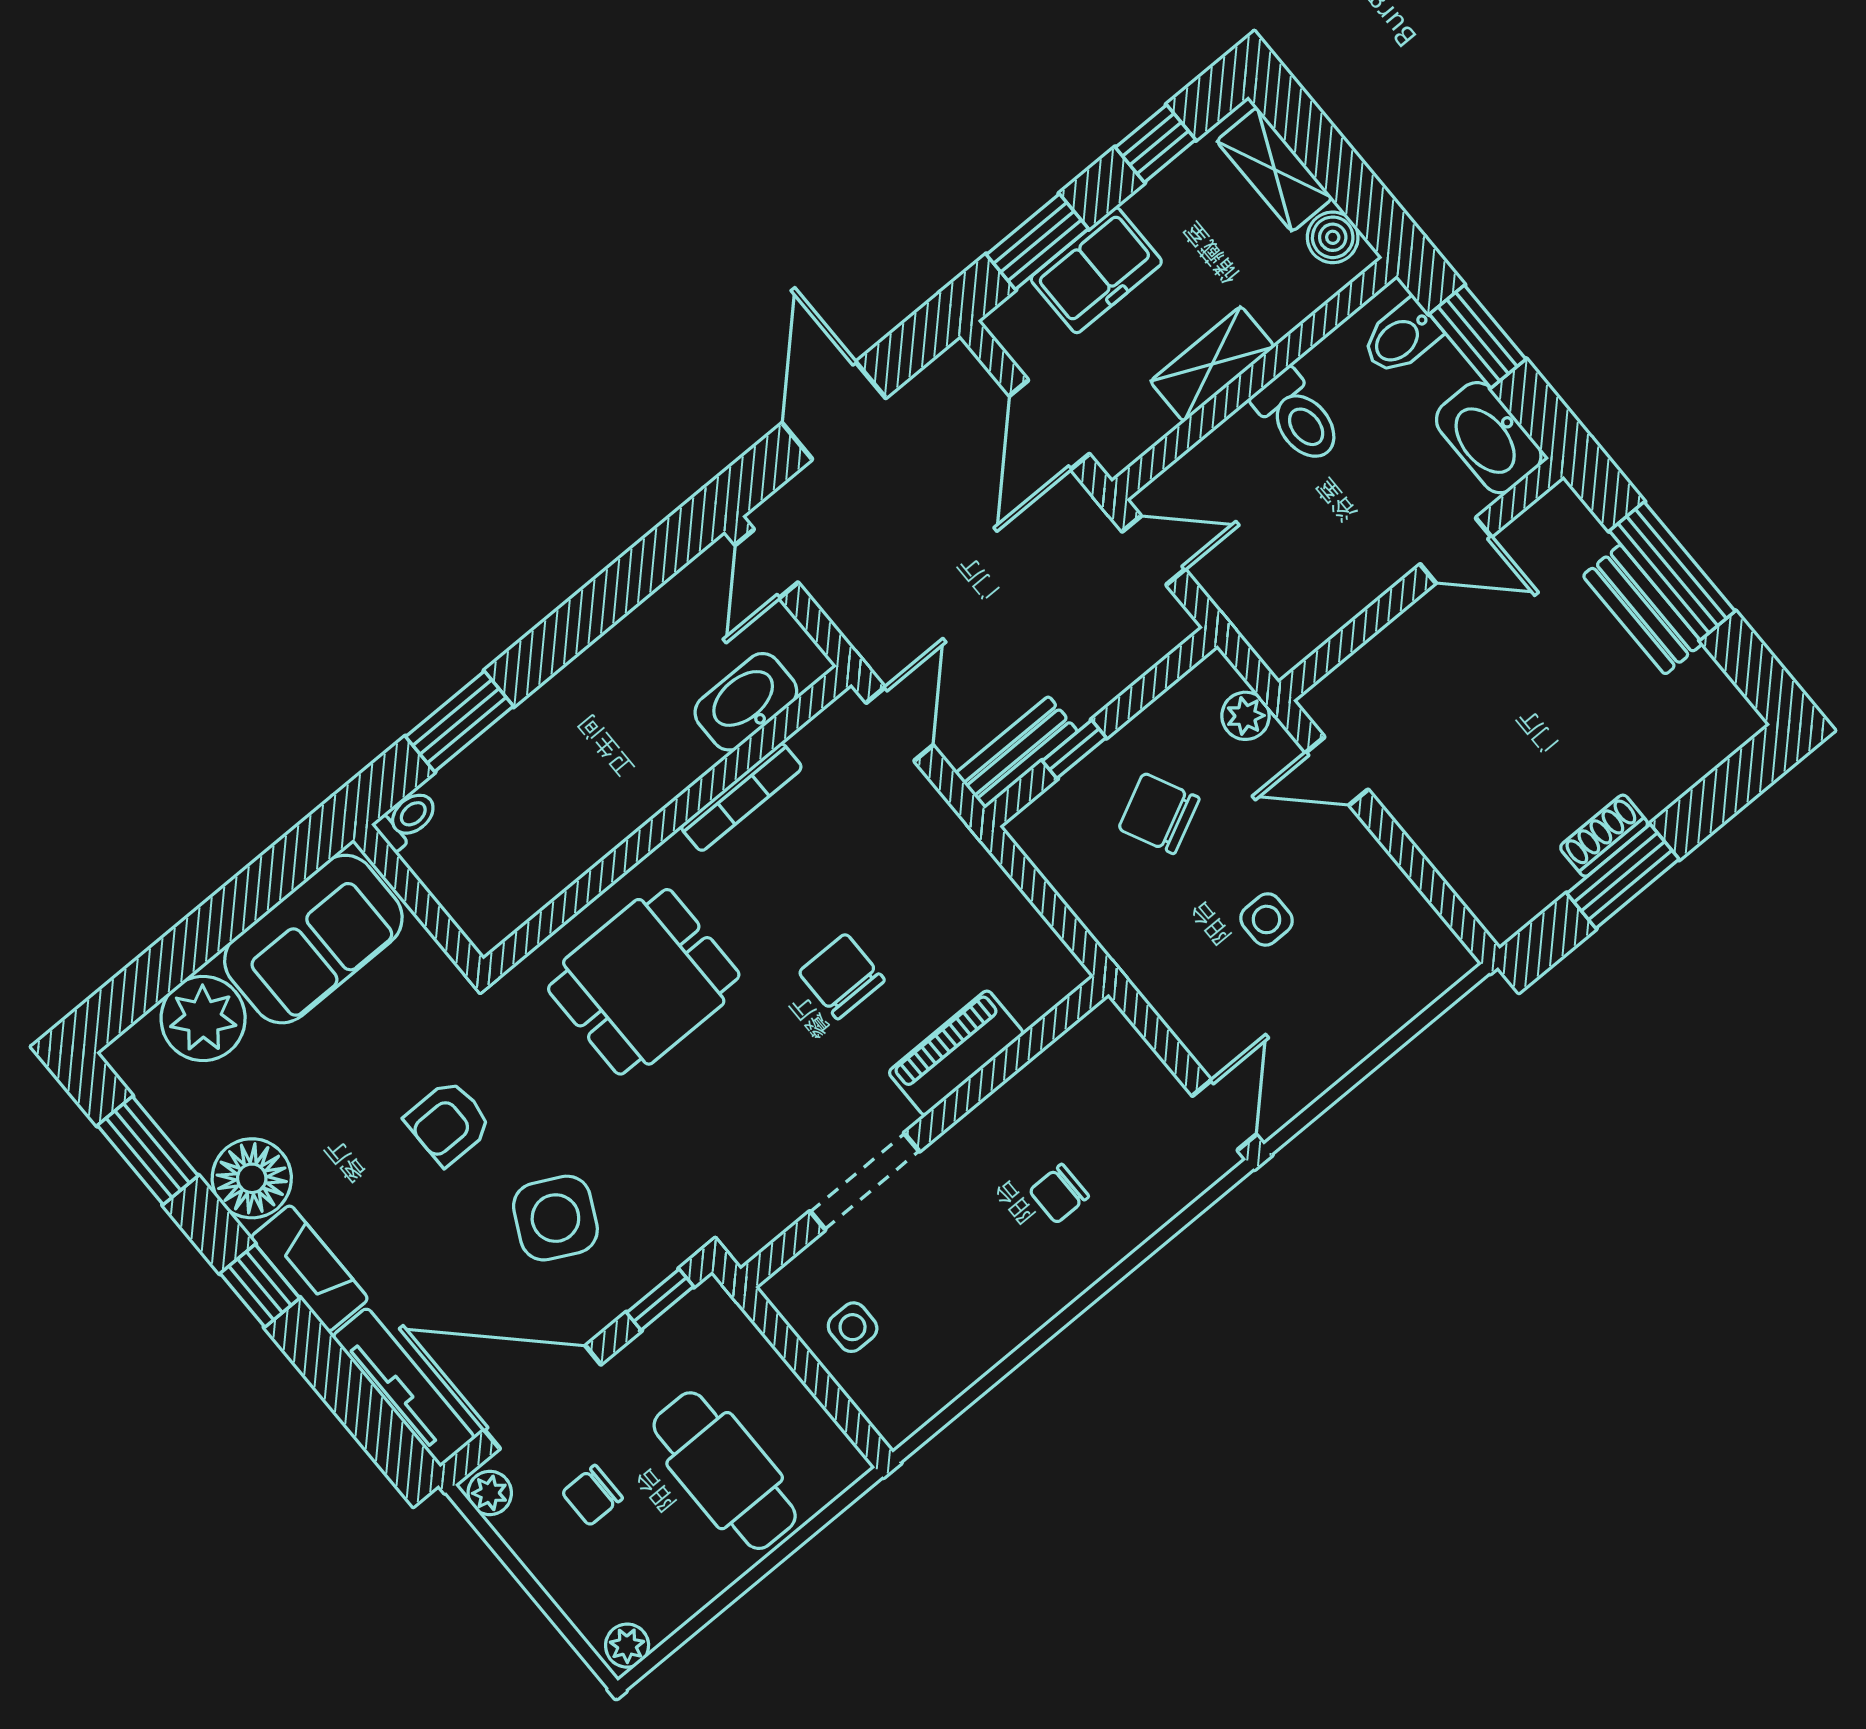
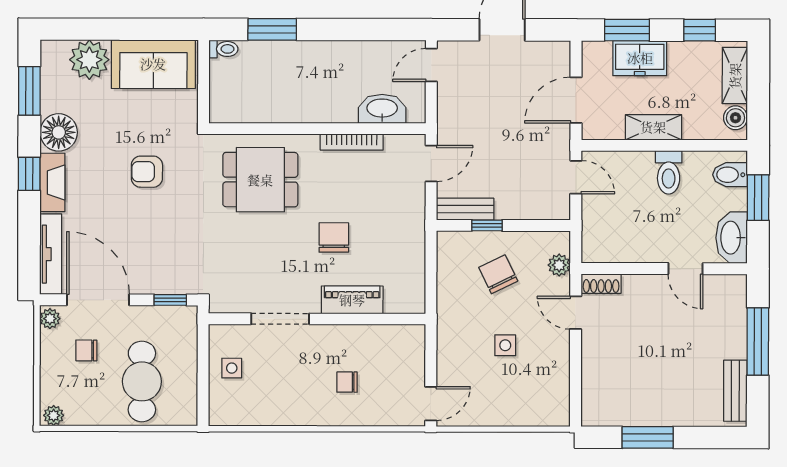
bench: (1643, 610) -> (735, 391), moved
shoe rack: (1604, 836) -> (601, 284), moved, turned 180
side table: (555, 1218) -> (157, 239), removed

